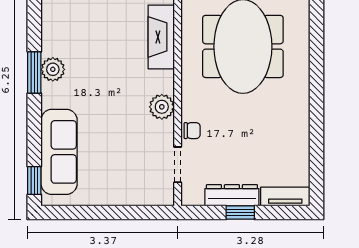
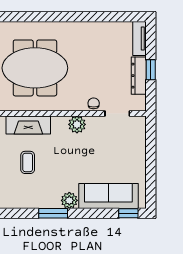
coffee table: (107, 36) -> (28, 162), added
plant: (53, 69) -> (69, 200), moved

